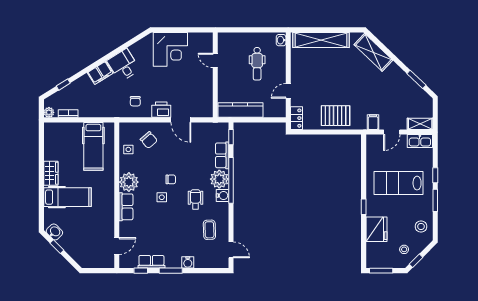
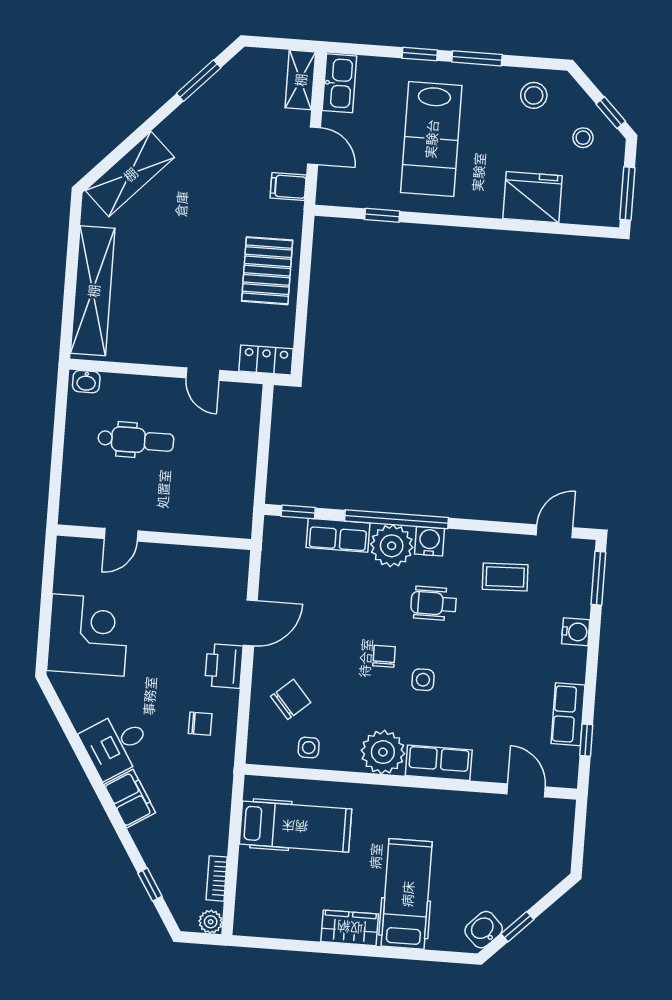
kitchen counter: (240, 110) -> (238, 486), removed
window: (364, 207) -> (382, 215), moved
window: (171, 271) -> (598, 578), moved

